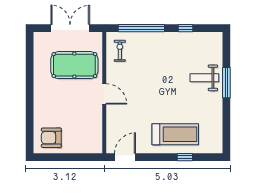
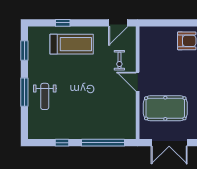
exercise bike: (120, 51) -> (119, 60), moved
weight bench: (204, 78) -> (45, 96), turned 90
window: (226, 127) -> (24, 51), added
treadmill: (175, 134) -> (72, 44), turned 180

